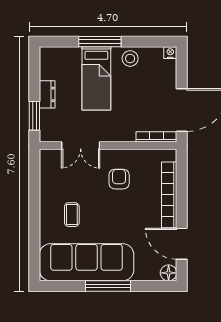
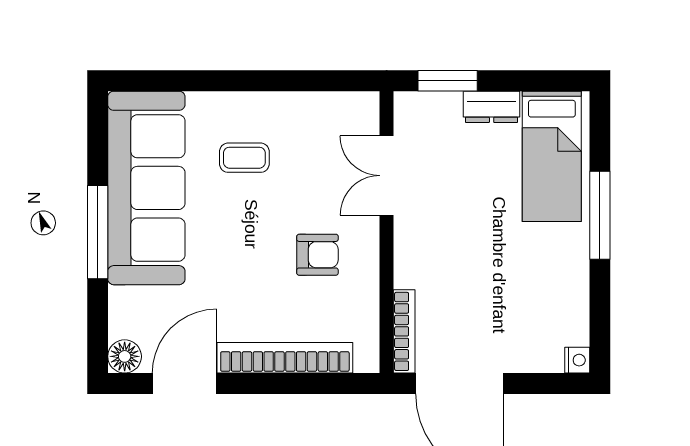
stool: (130, 58) -> (565, 277), removed
bed: (96, 78) -> (552, 156), moved, turned -90

